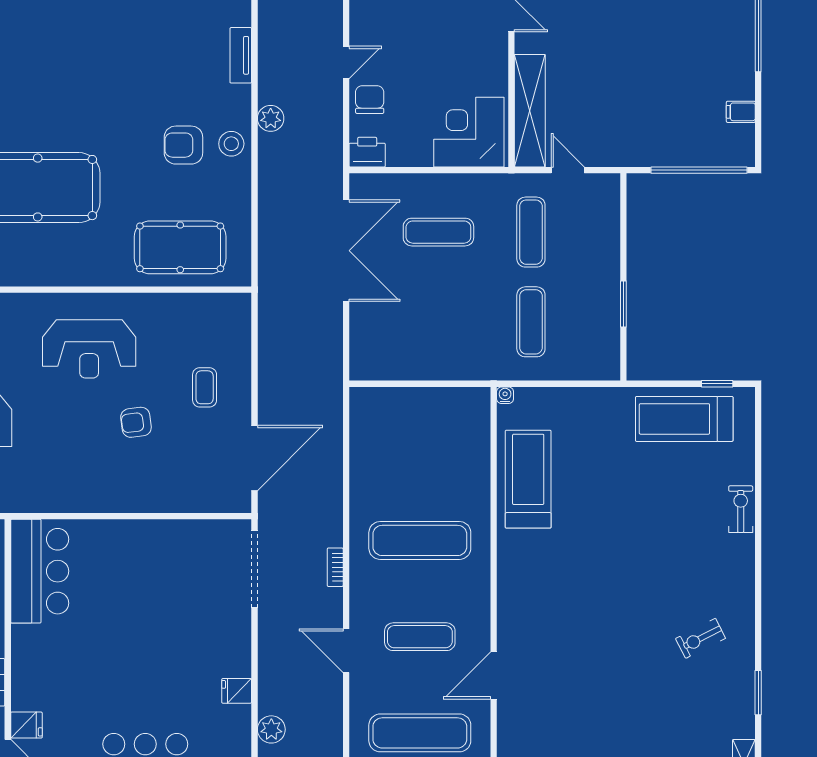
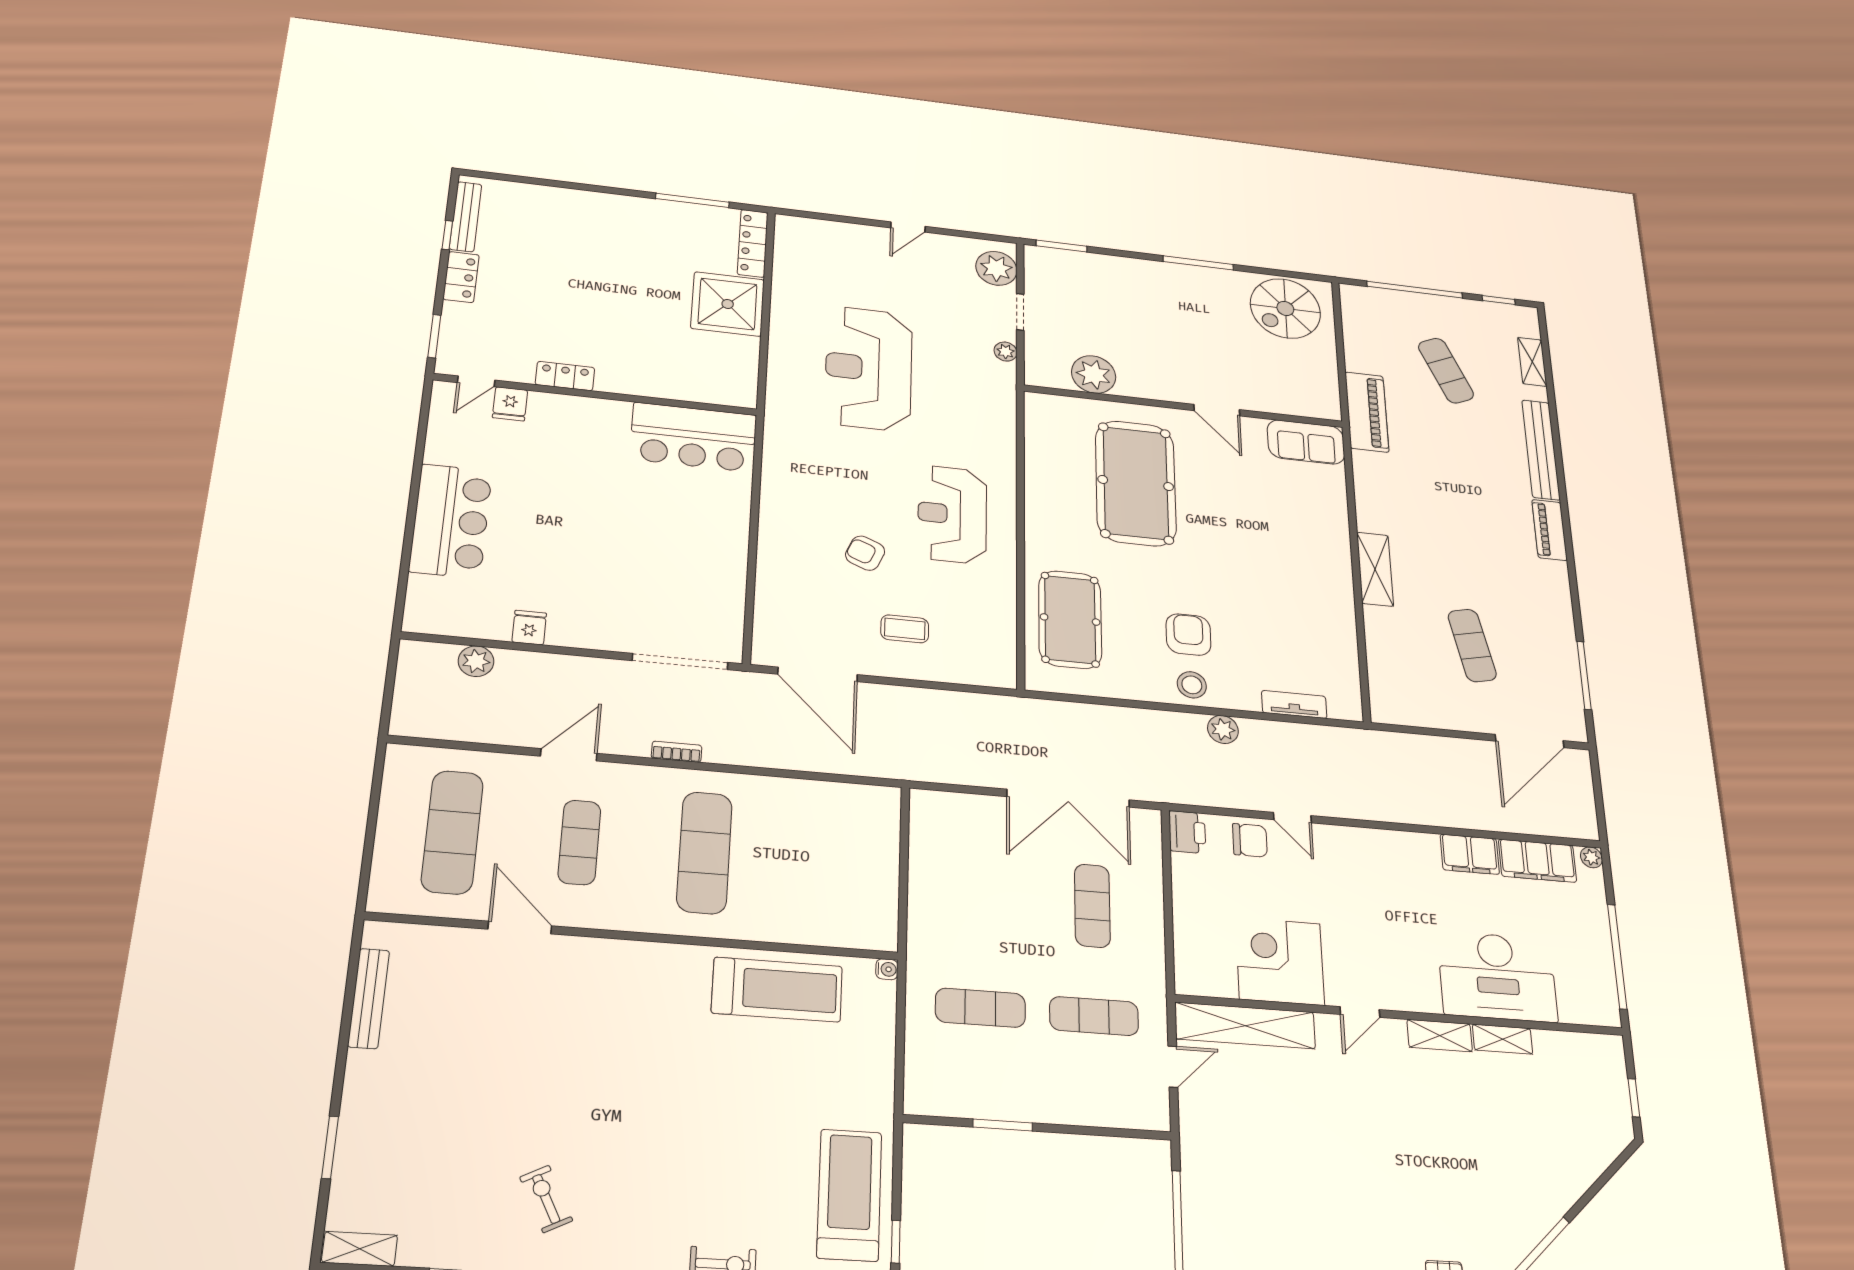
corner desk: (469, 132) -> (1280, 961), moved, turned -90
armchair: (136, 422) -> (865, 553), turned -60

